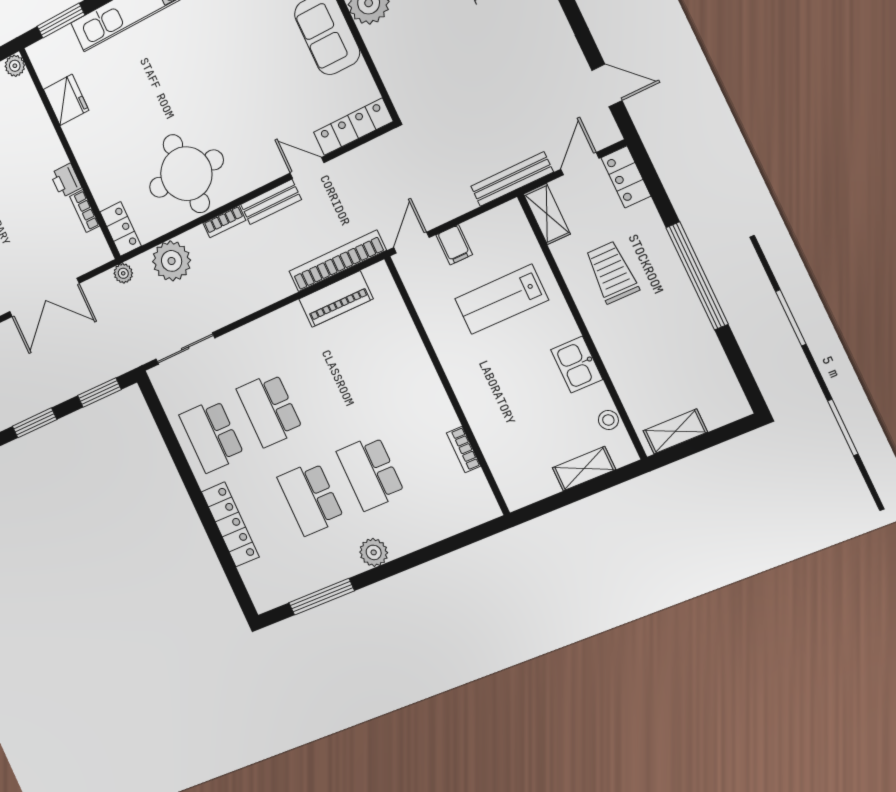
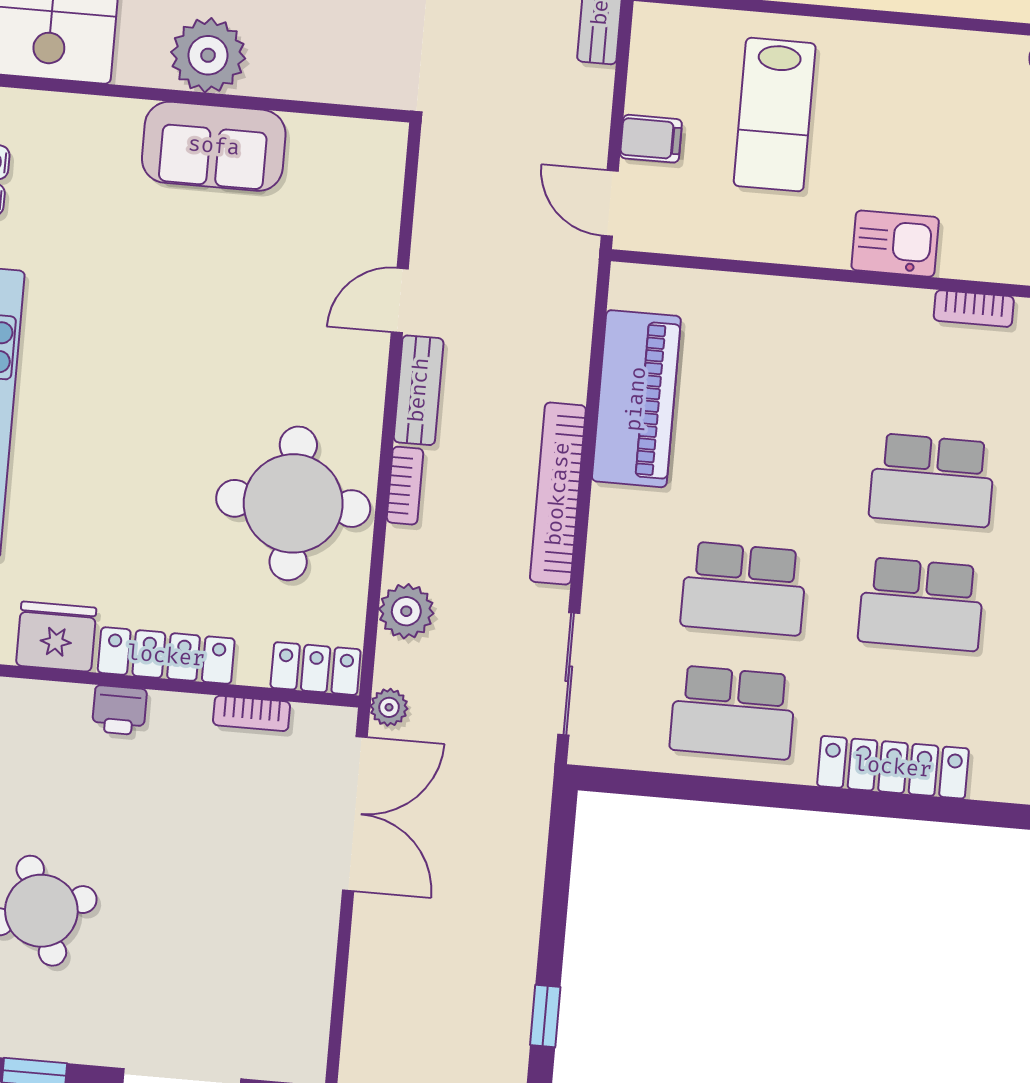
locker: (353, 127) -> (166, 656), moved, turned 90
printer: (66, 180) -> (119, 710), moved
plant: (172, 261) -> (406, 611), width x0.73, depth x0.73
bookcase: (337, 261) -> (558, 494), moved
double door: (44, 298) -> (355, 814), moved
piano: (336, 299) -> (636, 399), width x1.37, depth x1.33
kitchen sink: (577, 365) -> (895, 244), moved, turned 180
window: (99, 393) -> (558, 868), removed
window: (35, 423) -> (545, 1016), width x0.67

